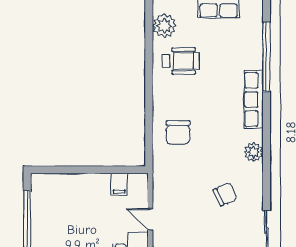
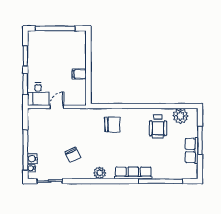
chair: (178, 132) -> (112, 125), turned 180
filing cabinet: (119, 184) -> (79, 74), moved

